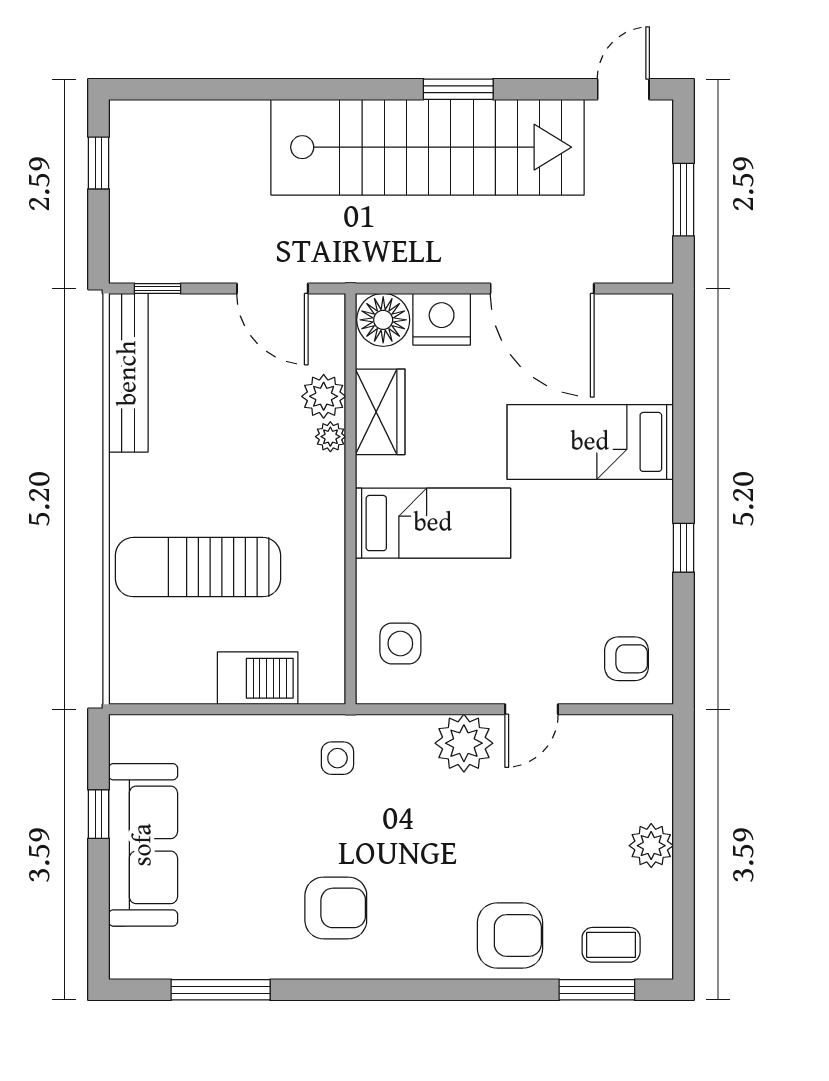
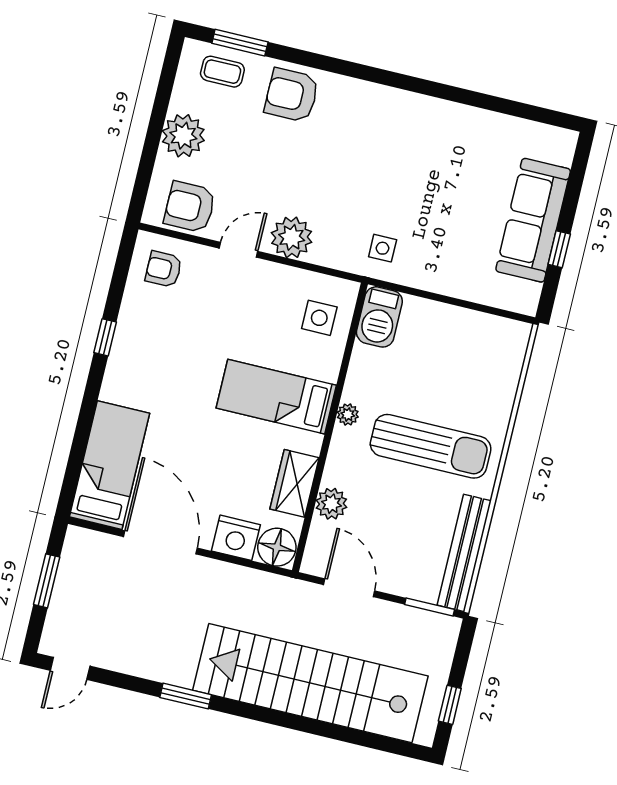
stairs: (428, 147) -> (310, 683), moved
window: (158, 289) -> (430, 607), width x1.50
plant: (330, 437) -> (348, 415), moved
bed: (590, 442) -> (110, 465), moved, turned -90
sun lounger: (198, 567) -> (431, 446), moved
barbecue: (258, 678) -> (379, 317), moved, turned -90
plant: (651, 846) -> (183, 136), width x1.36, depth x1.36
armchair: (336, 908) -> (190, 207), moved
window: (221, 990) -> (503, 106), removed

